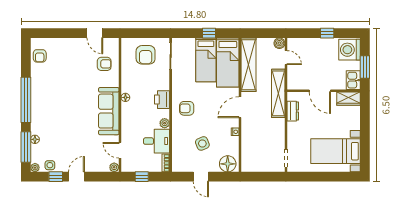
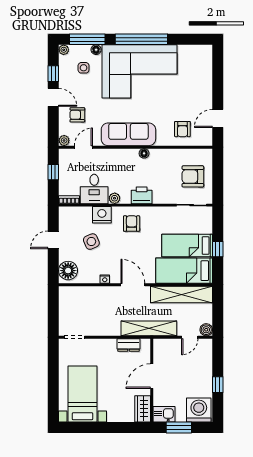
armchair: (40, 56) -> (77, 115), moved
corner sofa: (54, 101) -> (140, 71), added
nightstand: (179, 134) -> (102, 215), added
side table: (50, 165) -> (84, 68), moved

